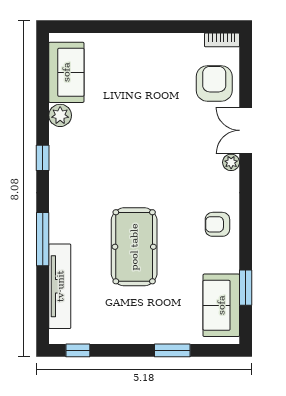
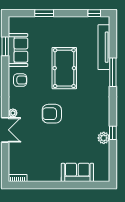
sofa: (66, 72) -> (77, 172), moved, turned 90
armchair: (214, 83) -> (52, 114), moved, turned 90
window: (43, 158) -> (113, 133), moved
sofa: (221, 305) -> (18, 50), moved

